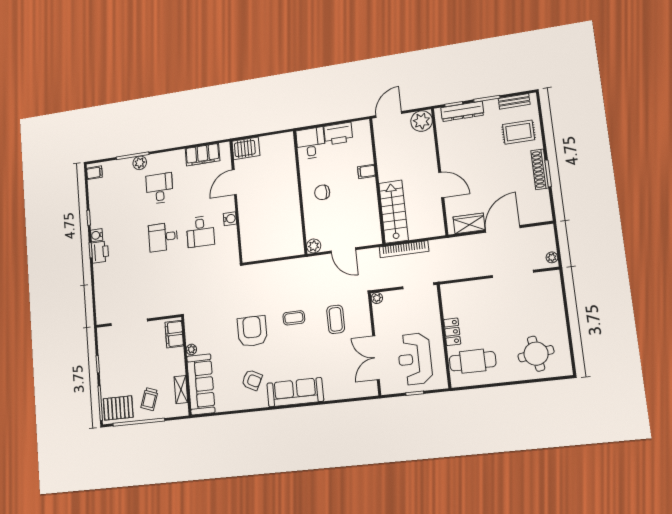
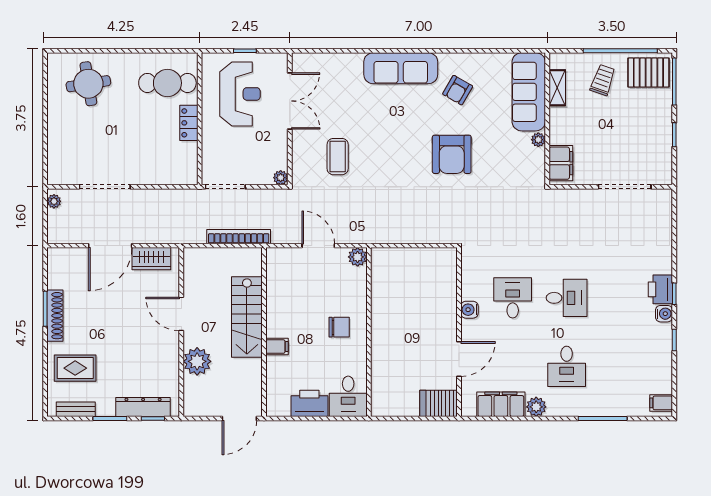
plant: (422, 121) -> (197, 361), moved
plant: (140, 163) -> (536, 407), moved
stairs: (393, 212) -> (247, 317), moved
coffee table: (294, 318) -> (393, 165), removed
armchair: (252, 380) -> (458, 90), turned -87

